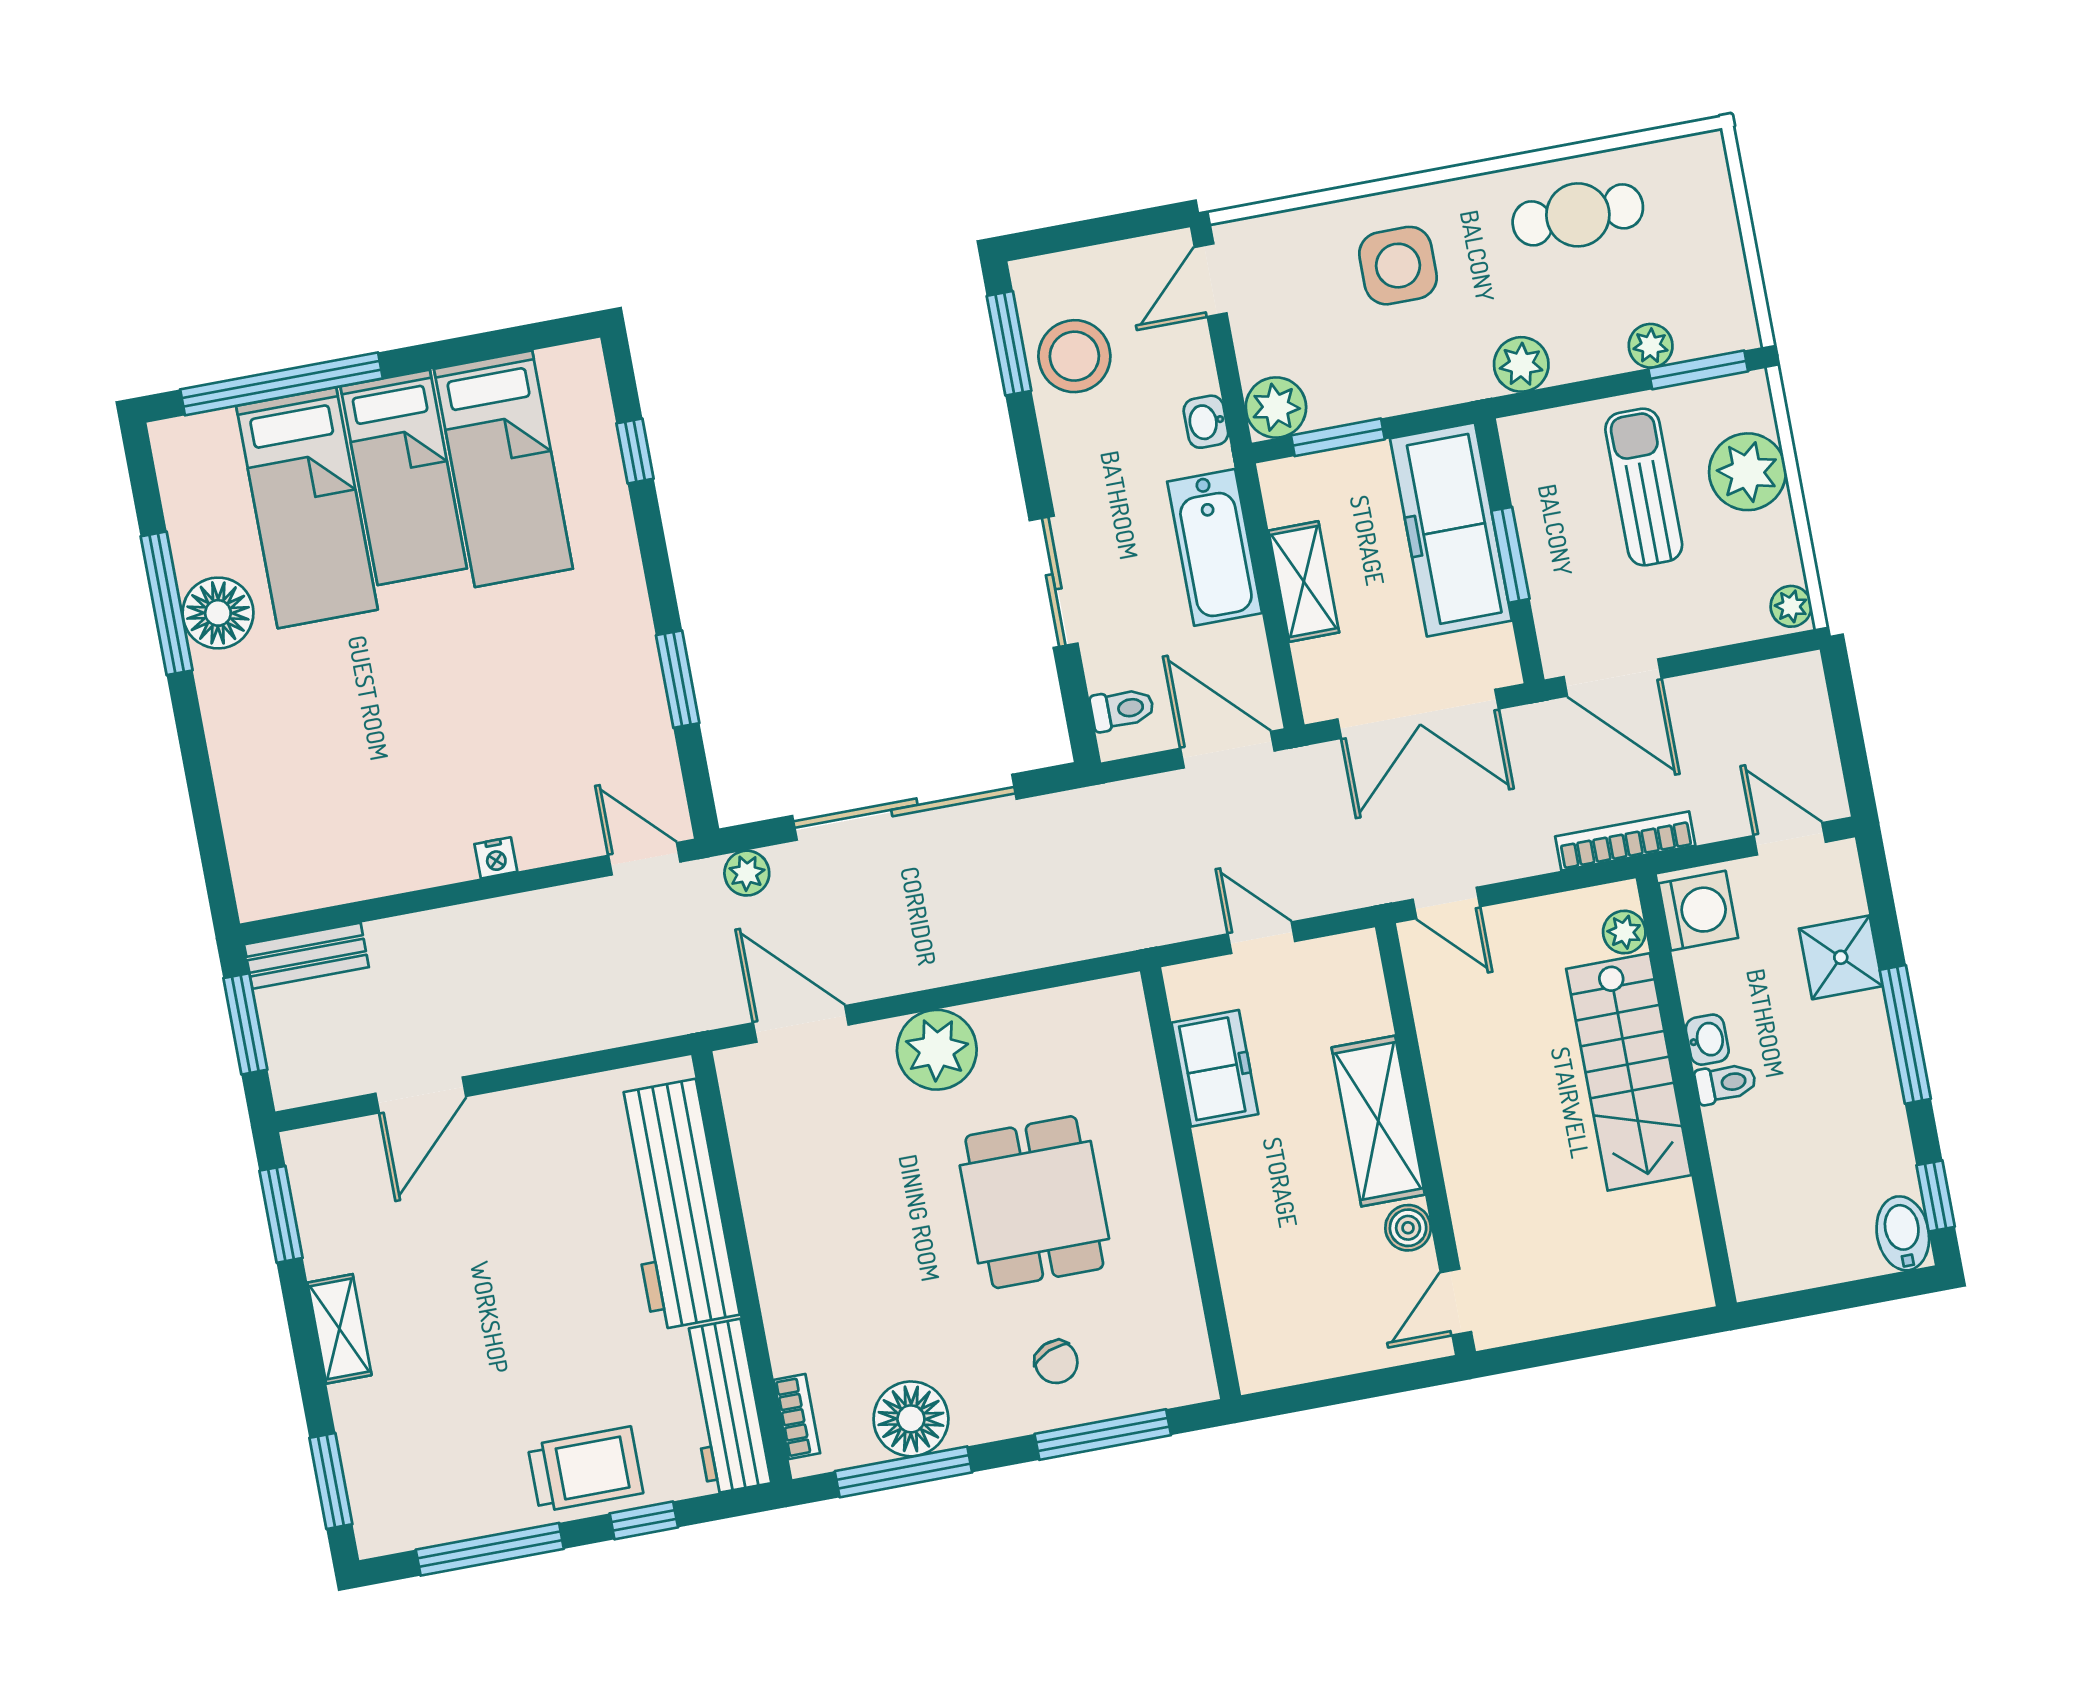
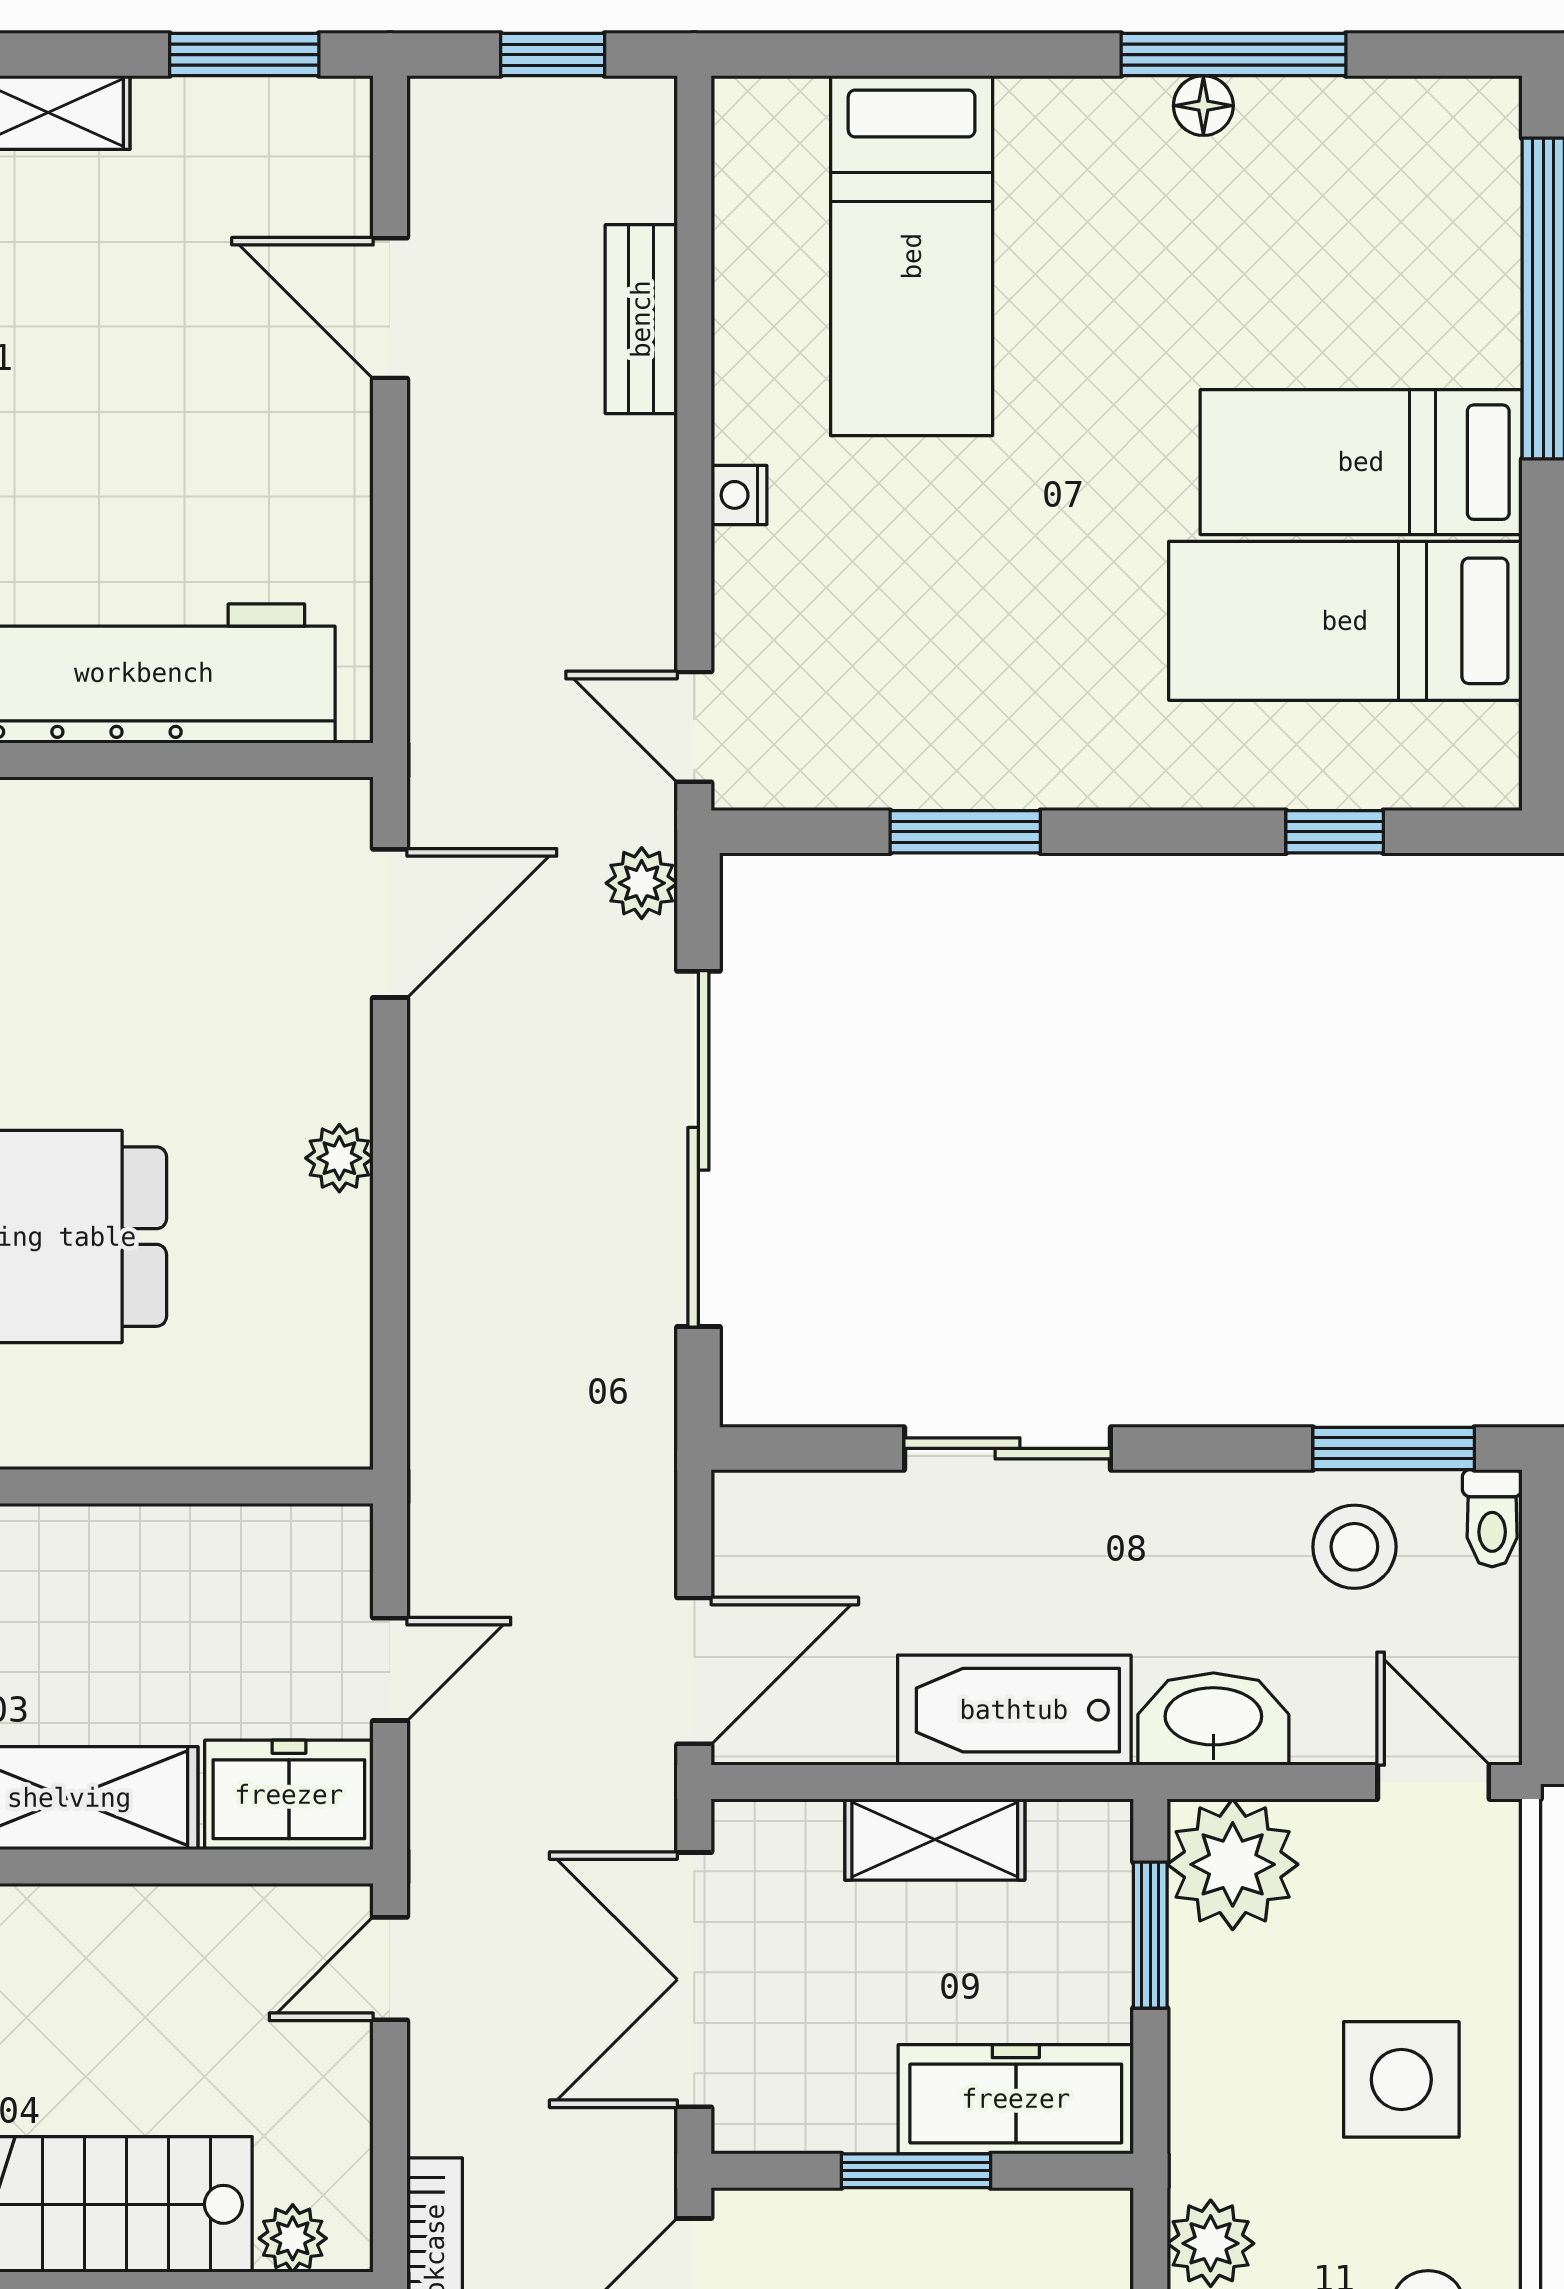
stool: (1074, 356) -> (1354, 1547), width x0.73, depth x0.73
plant: (1276, 407) -> (1233, 1864), width x1.36, depth x1.36
washbasin: (1206, 422) -> (1213, 1719), width x1.91, depth x1.45
bed: (307, 508) -> (912, 256), moved, turned -90
freezer: (1451, 530) -> (1016, 2099), width x0.73, depth x0.79
floor lamp: (218, 613) -> (1203, 106), width x0.53, depth x0.53
toilet: (1122, 709) -> (1492, 1518), moved
door: (644, 859) -> (694, 727), swing flipped
bench: (306, 956) -> (641, 319), moved
window: (245, 1024) -> (553, 55), width x0.67
plant: (937, 1050) -> (339, 1158), width x0.53, depth x0.53
freezer: (1215, 1068) -> (289, 1795), moved, turned 180

